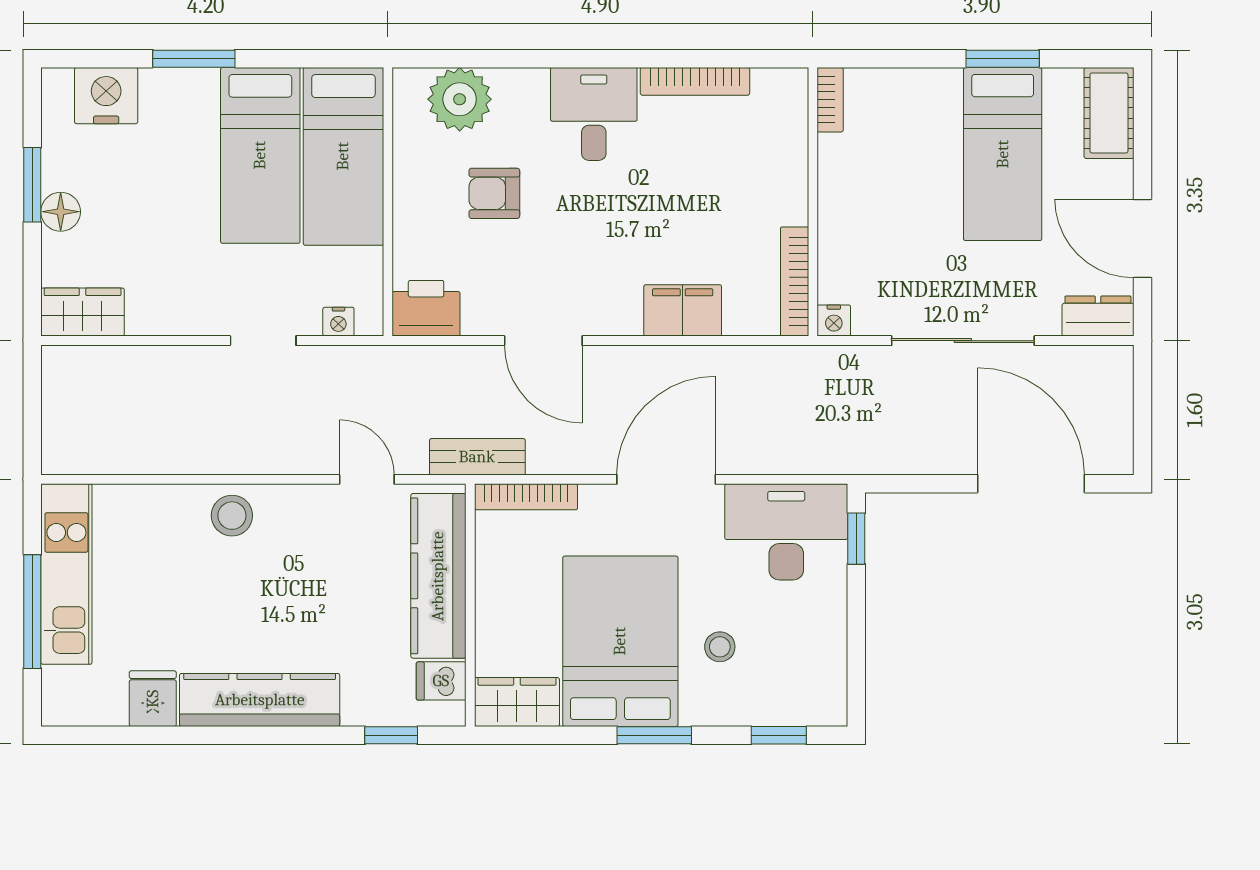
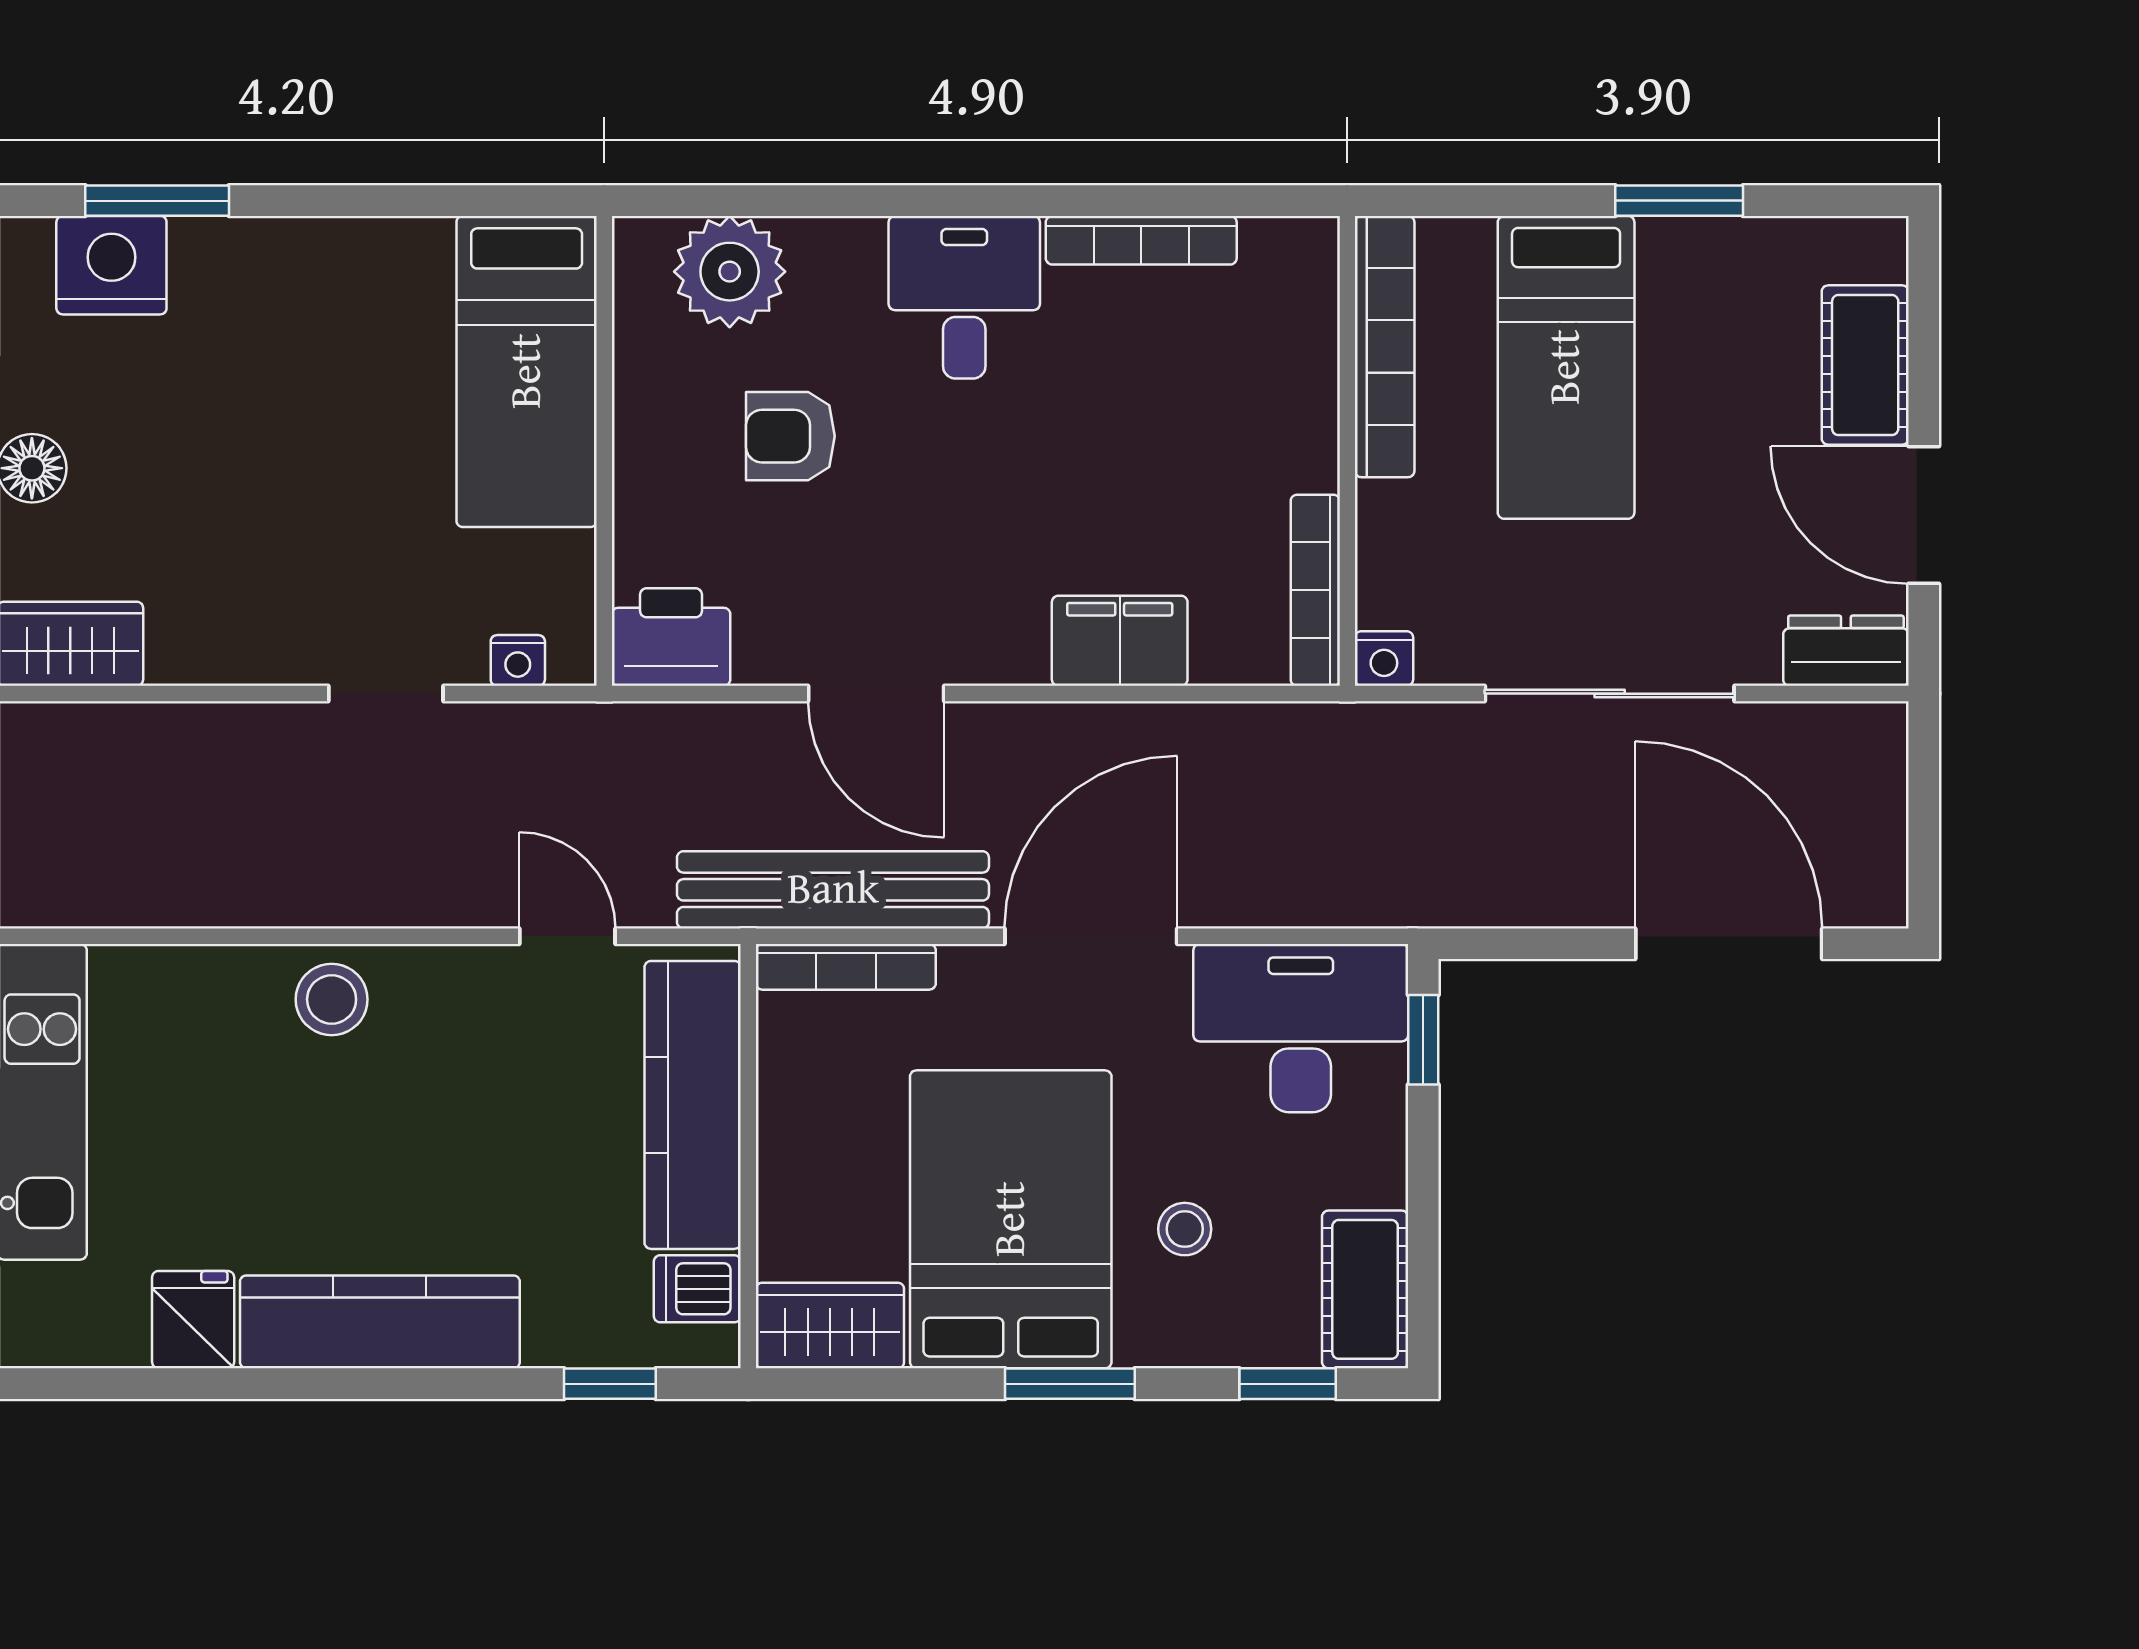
window: (194, 59) -> (157, 201), moved
bookcase: (830, 100) -> (1385, 347), width x2.31, depth x1.31
cot: (1109, 113) -> (1865, 365), moved
bed: (1003, 154) -> (1566, 367), moved
bed: (260, 155) -> (381, 370), removed
bench: (477, 457) -> (833, 890), width x1.86, depth x1.21
cot: (823, 681) -> (1365, 1289), added

